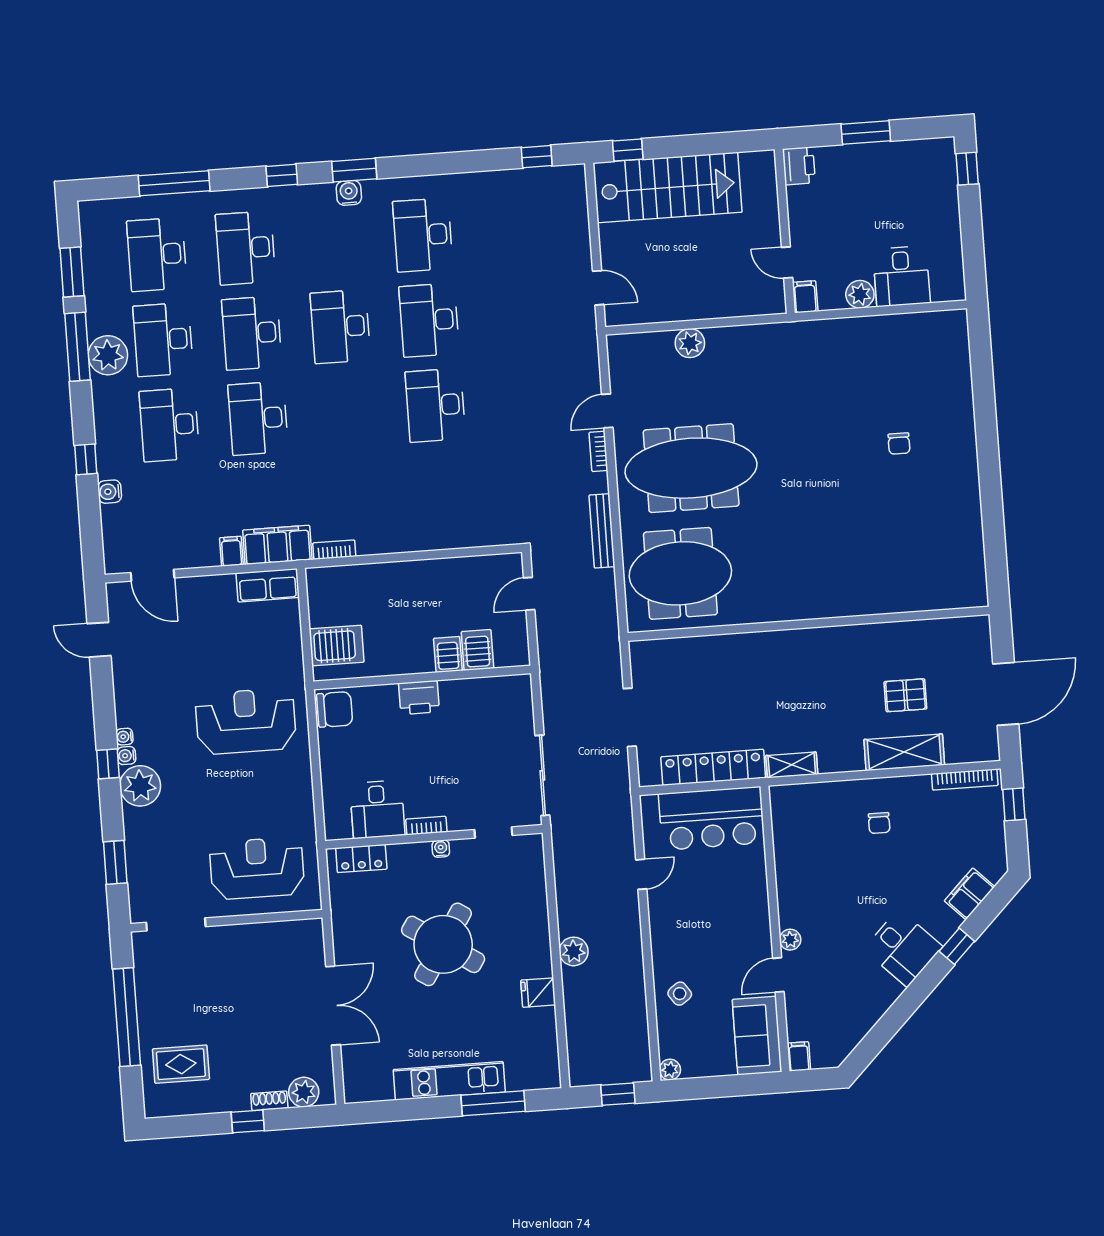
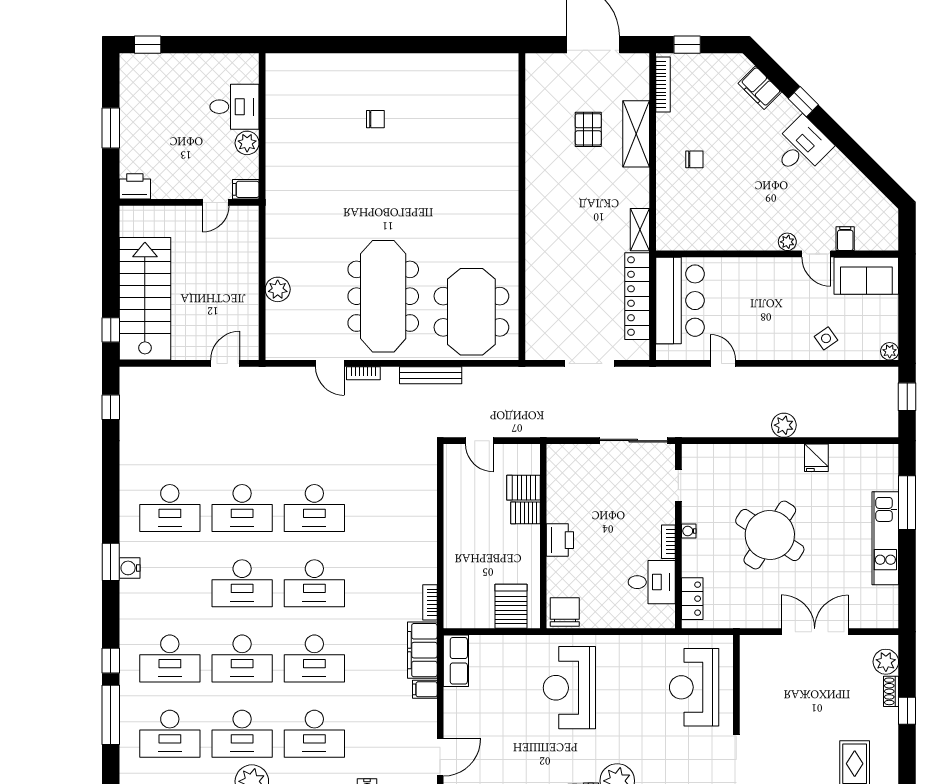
window: (282, 175) -> (111, 661), moved
desk: (347, 412) -> (314, 583), added
filing cabinet: (799, 1056) -> (845, 239), moved, turned 90

